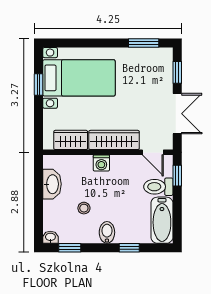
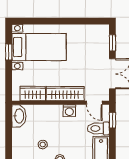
window: (144, 43) -> (87, 21), removed
washing machine: (101, 163) -> (69, 111), moved
washbasin: (52, 184) -> (19, 116), moved

